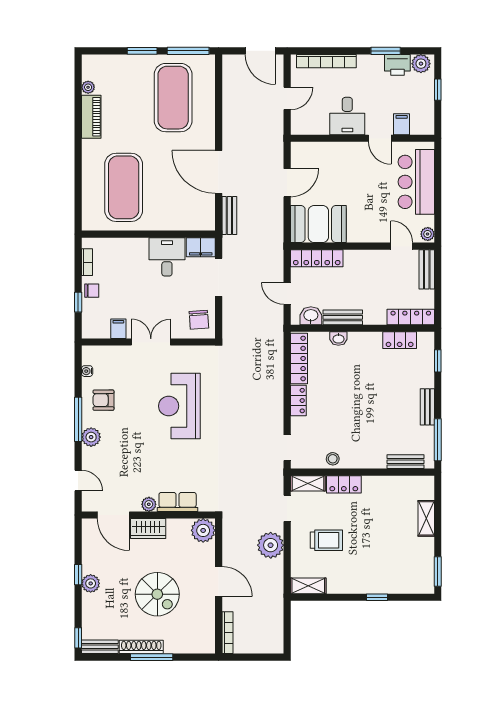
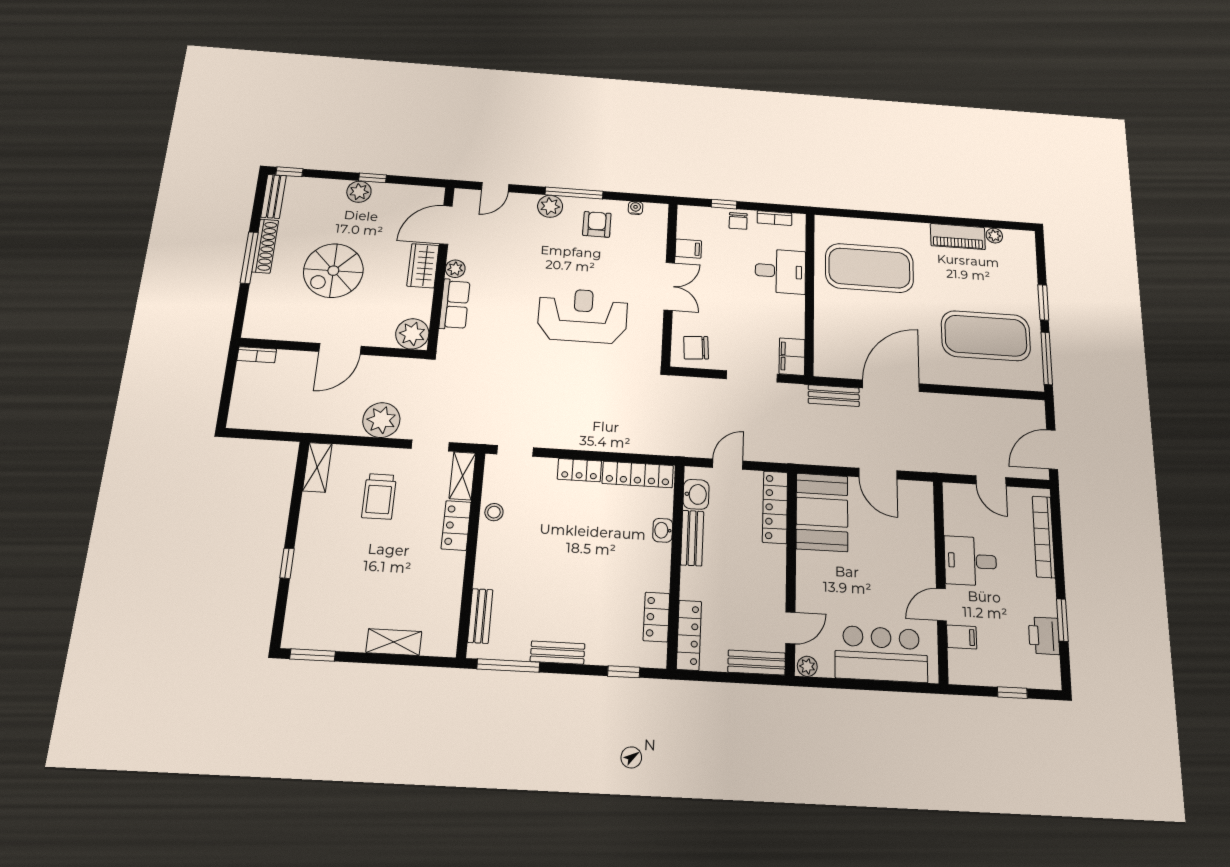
plant: (421, 64) -> (1048, 670), removed
desk: (167, 257) -> (780, 271), moved
bookcase: (227, 633) -> (257, 355), width x0.64

